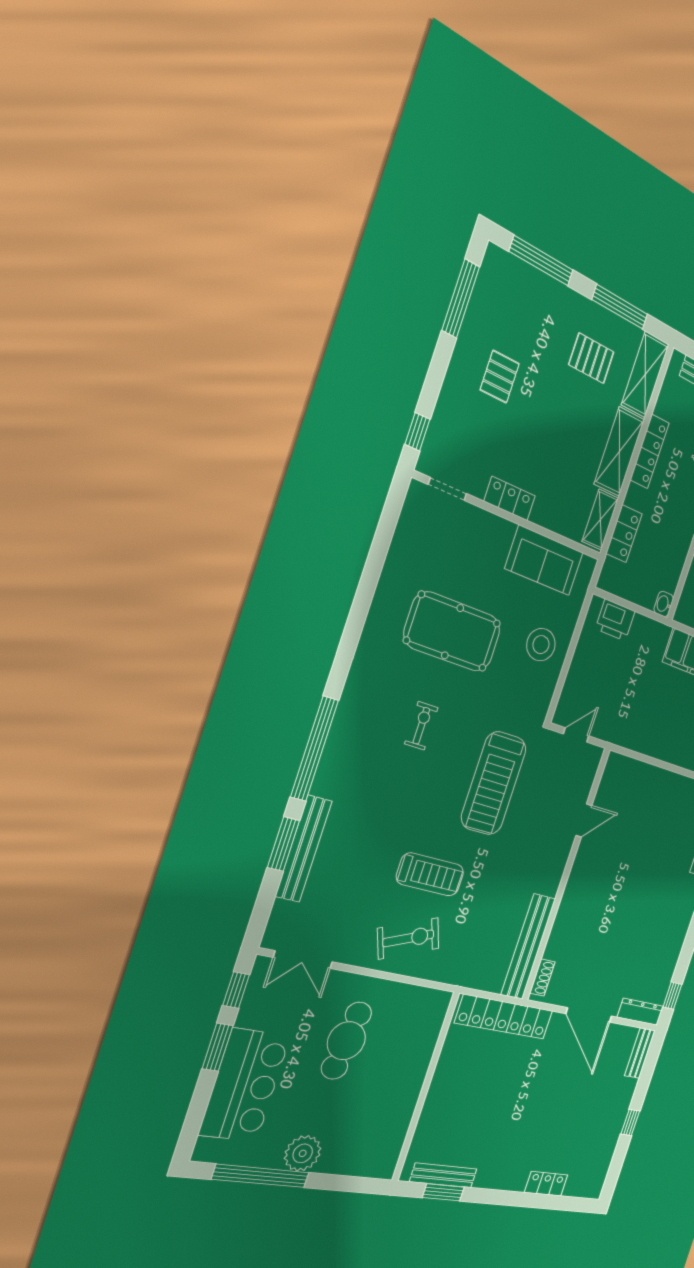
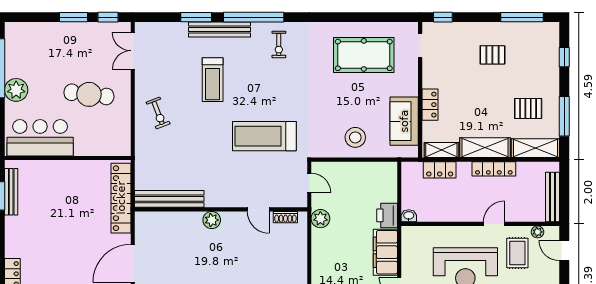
window: (541, 261) -> (564, 57), width x0.46
pallet: (591, 358) -> (528, 109), turned 90
locker: (510, 499) -> (430, 105), moved
printer: (615, 620) -> (387, 215), moved
pool table: (453, 632) -> (364, 55), moved, turned 90
exercise bike: (421, 726) -> (279, 44), moved, turned 90
plant: (625, 734) -> (320, 219), added
bench: (304, 849) -> (219, 30), moved
treadmill: (430, 874) -> (213, 80), moved
plant: (575, 891) -> (212, 220), added
exercise bike: (408, 938) -> (158, 113), width x0.73, depth x0.72
shoe rack: (542, 977) -> (285, 217), moved
bar counter: (245, 1085) -> (40, 138), moved, turned 180

